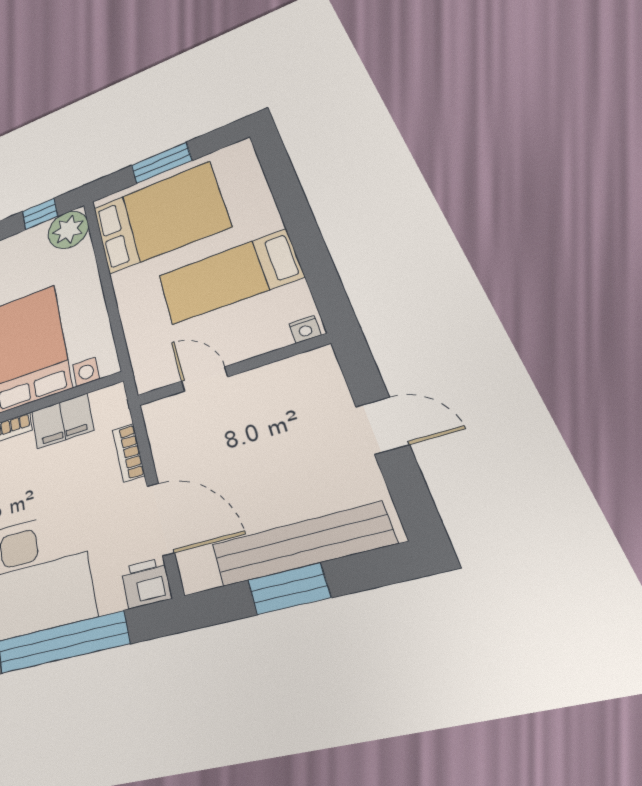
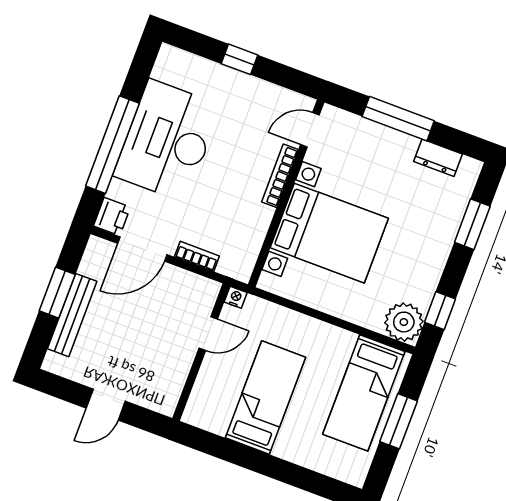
bed: (160, 217) -> (364, 393), width x0.67
nightstand: (305, 329) -> (236, 297), moved, turned 90
filing cabinet: (62, 421) -> (252, 227), removed
bench: (301, 544) -> (72, 315), width x0.73, depth x0.82

